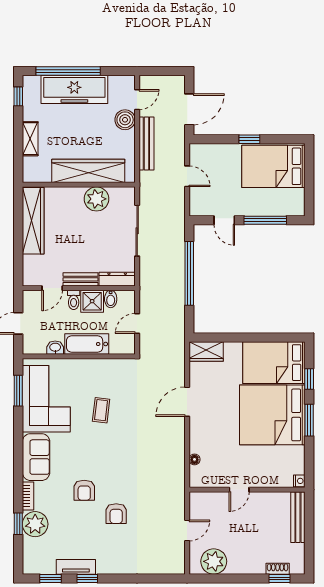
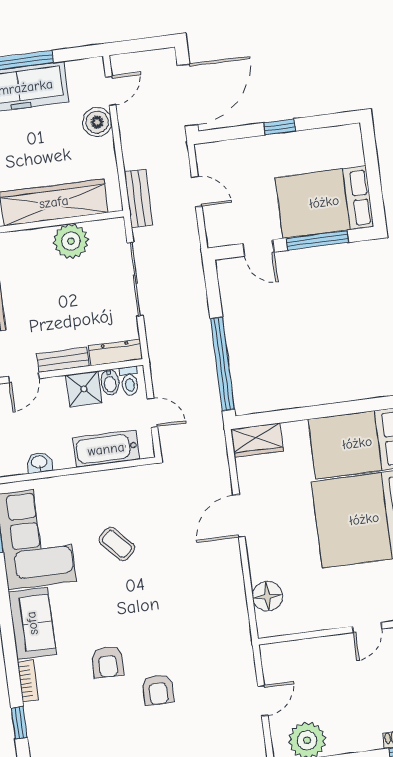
door: (189, 109) -> (187, 95), width x1.36
bench: (146, 143) -> (138, 198), moved, width x0.73
bed: (273, 166) -> (324, 202), moved
window: (189, 273) -> (222, 364), moved
toilet: (74, 300) -> (129, 381), moved
door: (137, 324) -> (152, 413), swing flipped
bathtub: (87, 344) -> (106, 449), moved
coffee table: (101, 410) -> (117, 544), turned -50
floor lamp: (194, 459) -> (267, 596), width x1.89, depth x1.89
door: (239, 490) -> (367, 628), moved
plant: (35, 524) -> (43, 720), removed

